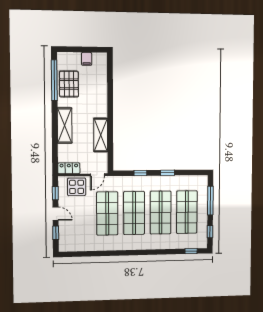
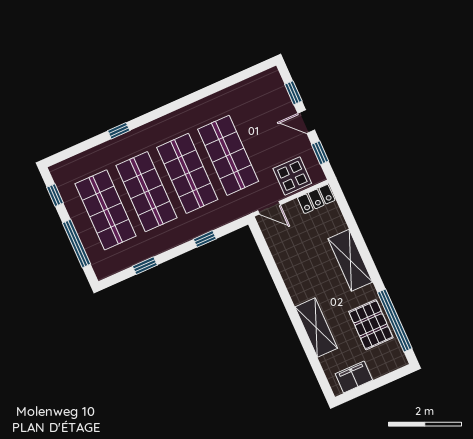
filing cabinet: (87, 59) -> (354, 377), width x2.00
shelving: (101, 135) -> (316, 328), moved
window: (167, 173) -> (145, 266), moved
door: (97, 175) -> (269, 208), swing flipped
window: (191, 251) -> (119, 131), moved

